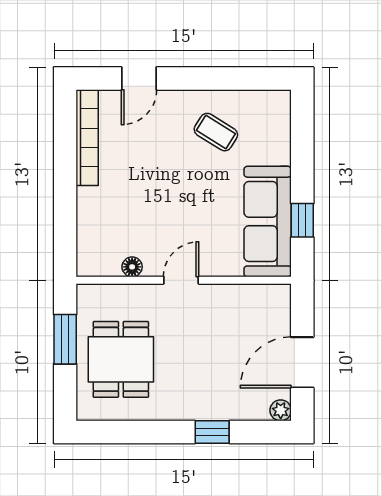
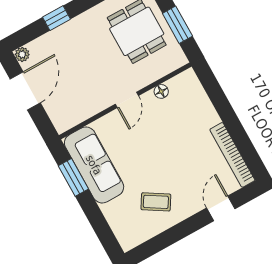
window: (302, 220) -> (73, 177), width x1.50

